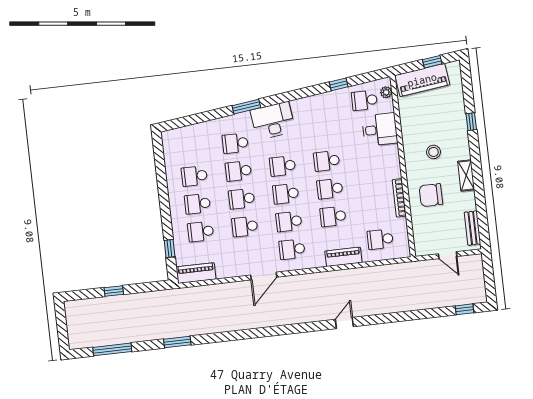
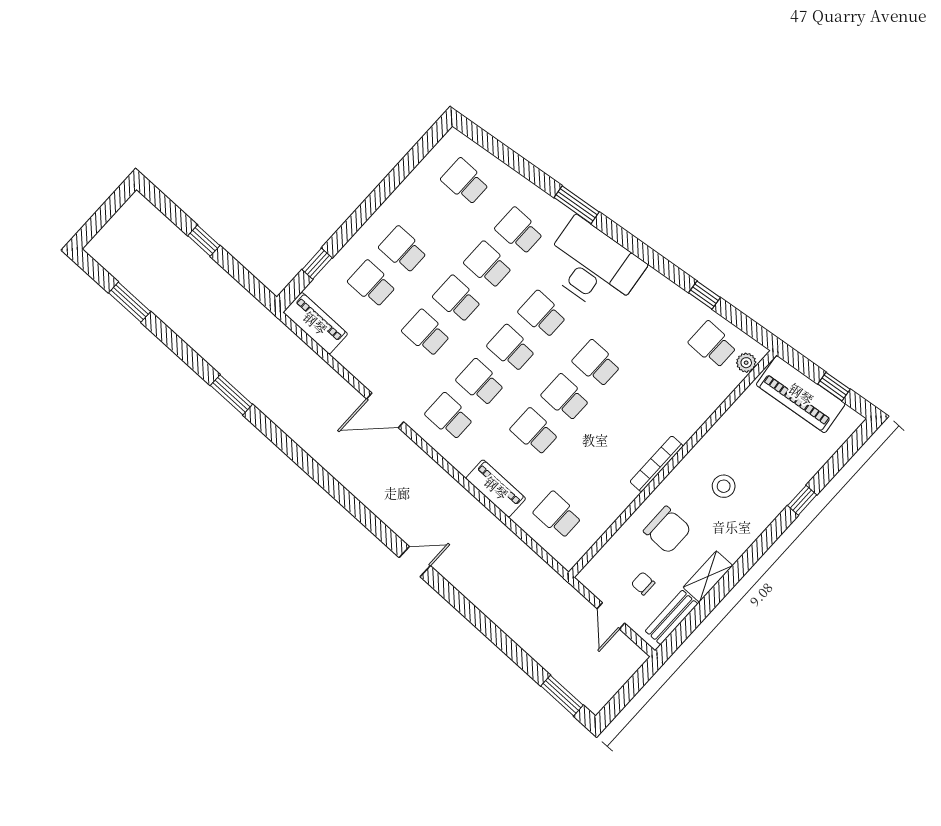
desk: (273, 121) -> (593, 266), width x1.36, depth x1.30
desk: (380, 129) -> (693, 395), removed
school desk: (194, 176) -> (465, 182), moved
shelving: (466, 176) -> (708, 577), moved
chair: (431, 195) -> (667, 530), turned 180
bookcase: (399, 198) -> (657, 464), moved
chair: (446, 227) -> (643, 583), added
window: (464, 309) -> (562, 696), width x1.50
window: (177, 342) -> (231, 395), moved
window: (112, 349) -> (130, 302), width x0.69

